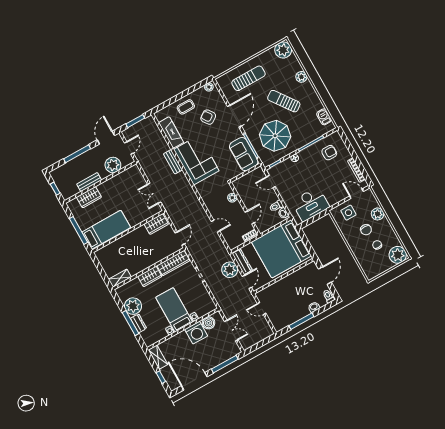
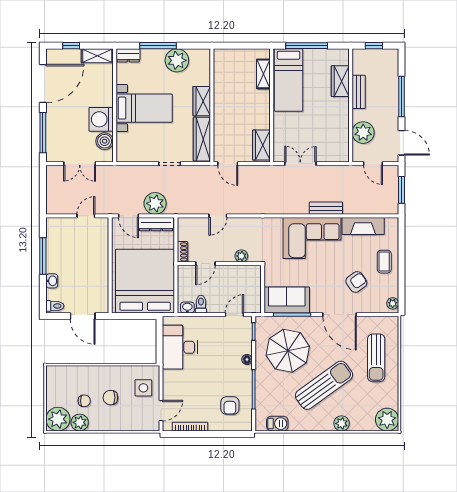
sun lounger: (284, 101) -> (324, 385), width x1.36, depth x1.34
plant: (378, 214) -> (80, 422), moved
door: (250, 217) -> (205, 264), hinge flipped
shelving: (120, 278) -> (263, 74), moved
dresser: (139, 323) -> (128, 55), moved

